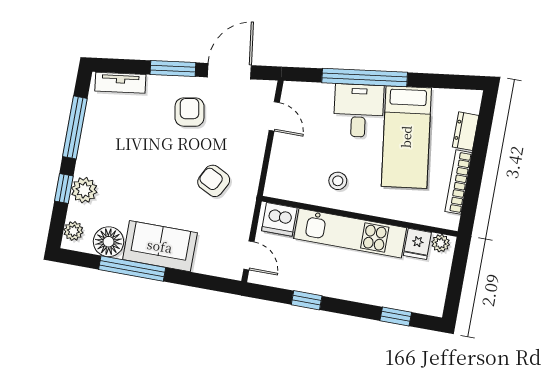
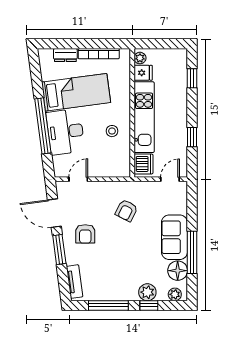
desk: (359, 111) -> (65, 132), width x1.37
armchair: (189, 112) -> (85, 234), turned -80

